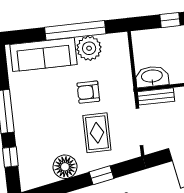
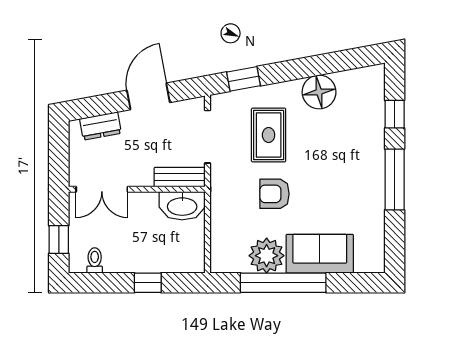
sofa: (44, 55) -> (320, 254), width x0.73
armchair: (88, 92) -> (274, 194), turned 180
window: (101, 175) -> (244, 79), moved

